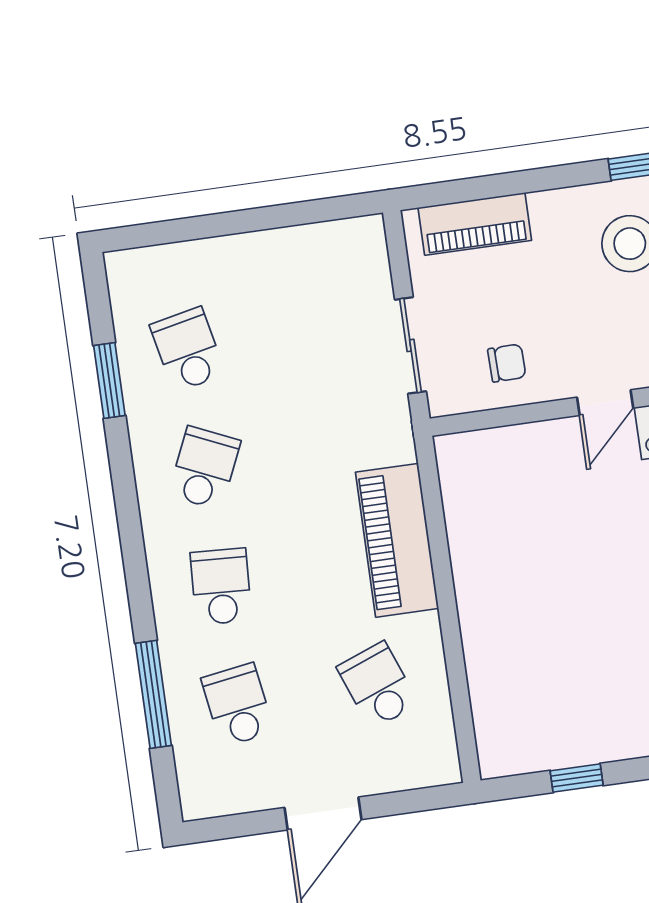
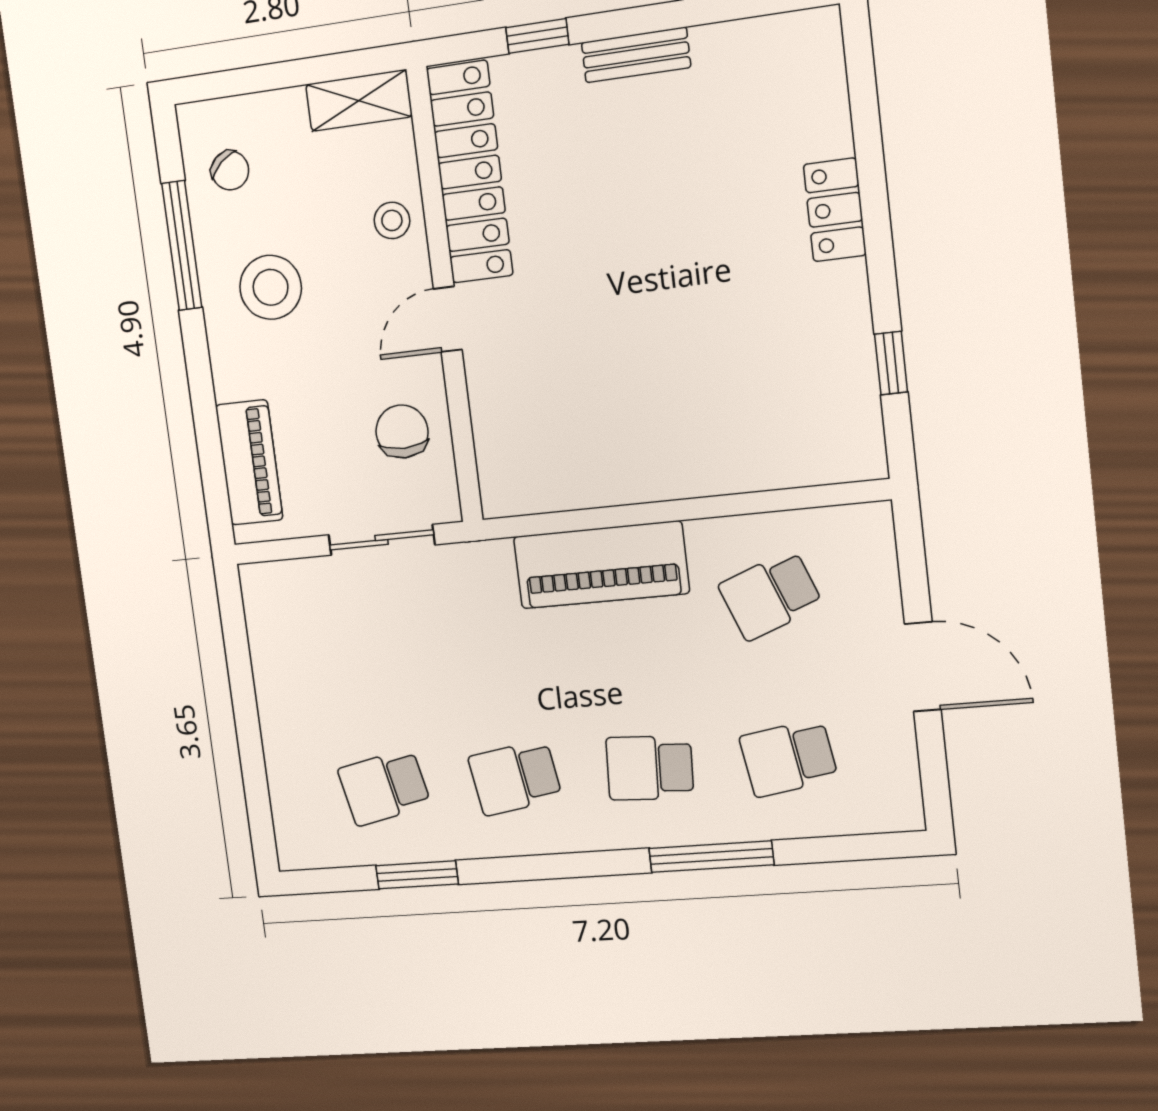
chair: (507, 363) -> (402, 431), width x1.37, depth x1.37
door: (605, 403) -> (448, 319), swing flipped
school desk: (204, 468) -> (515, 778), turned -33
window: (153, 694) -> (711, 857), moved

